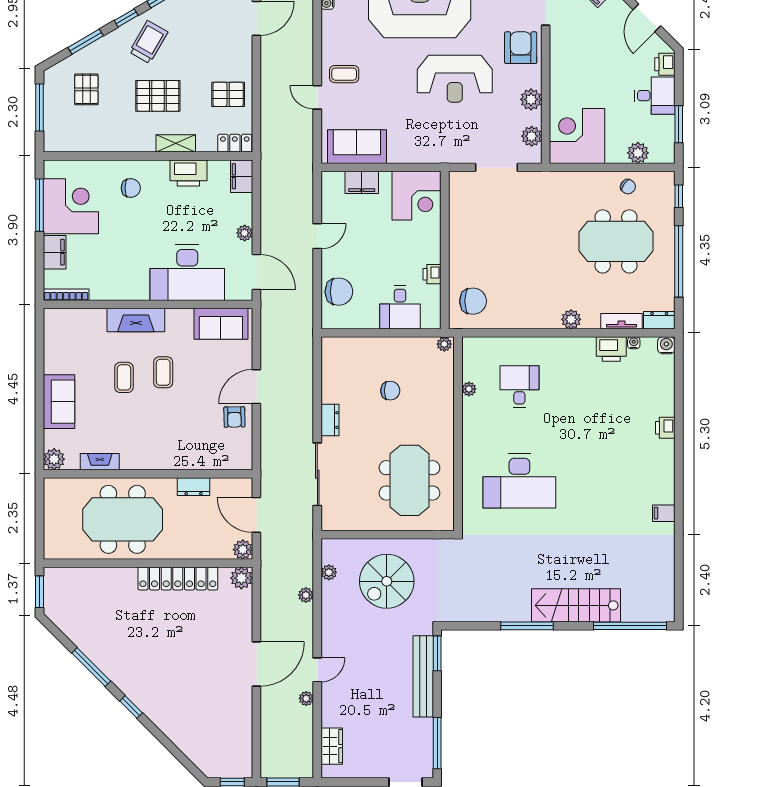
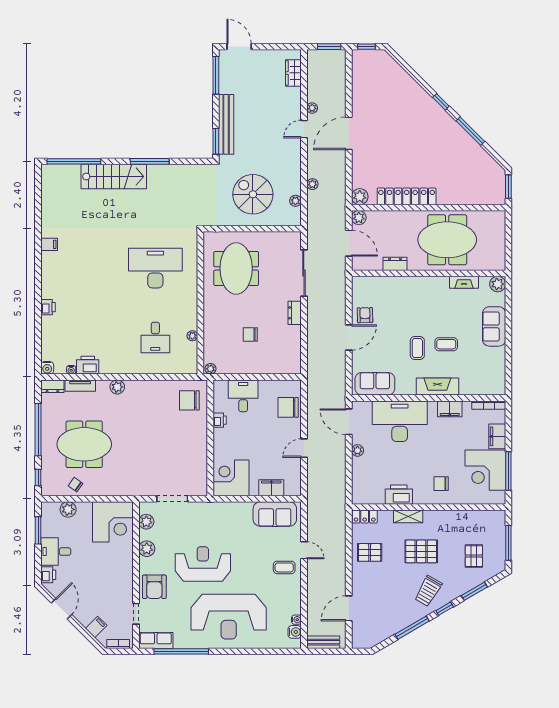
filing cabinet: (242, 176) -> (450, 409), moved, turned 90
coffee table: (124, 377) -> (446, 344), turned 90
spiral stairs: (387, 581) -> (253, 194), turned -90

